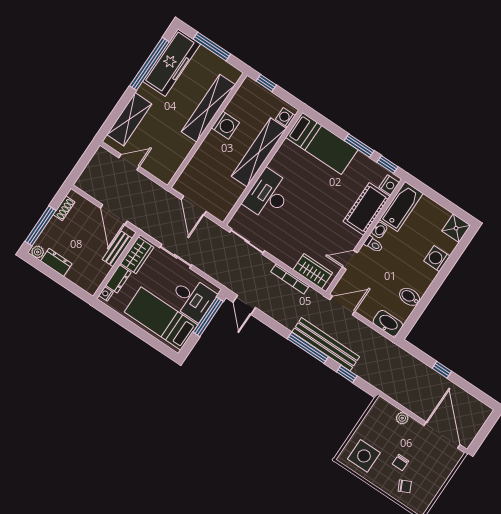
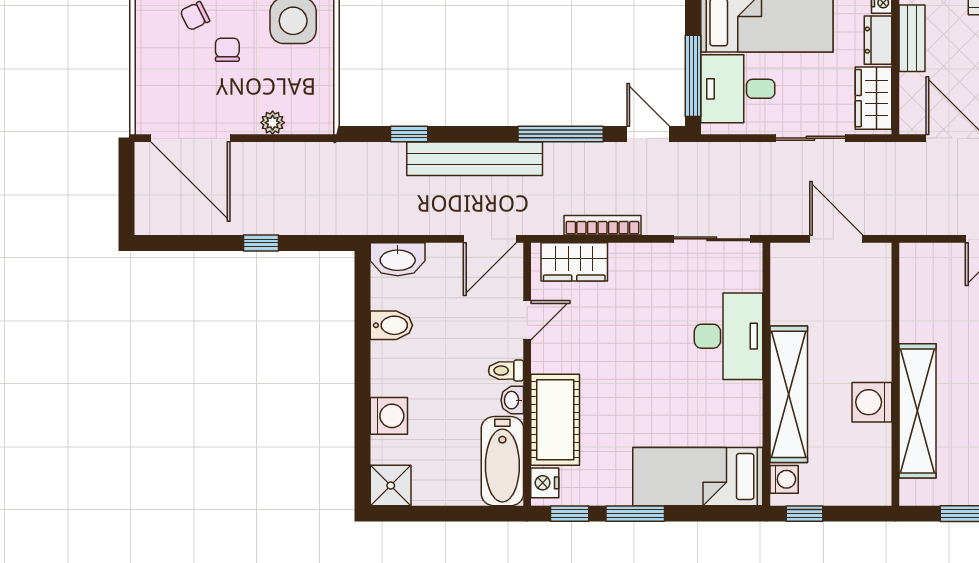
window: (266, 83) -> (804, 514), moved
bench: (117, 249) -> (912, 38), moved
window: (308, 348) -> (561, 134), moved

